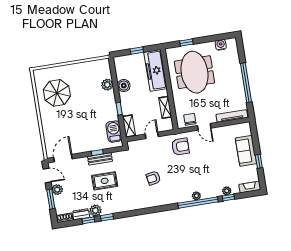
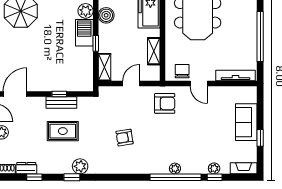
barbecue: (114, 132) -> (84, 33), moved
plant: (95, 210) -> (80, 166), moved
window: (107, 217) -> (72, 177), moved

